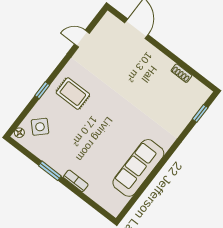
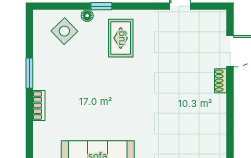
shoe rack: (181, 73) -> (221, 81), moved
floor lamp: (19, 133) -> (87, 16), moved

